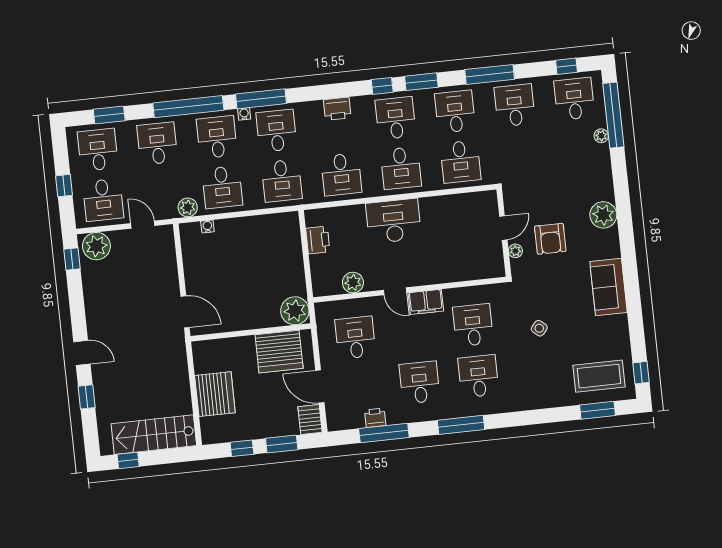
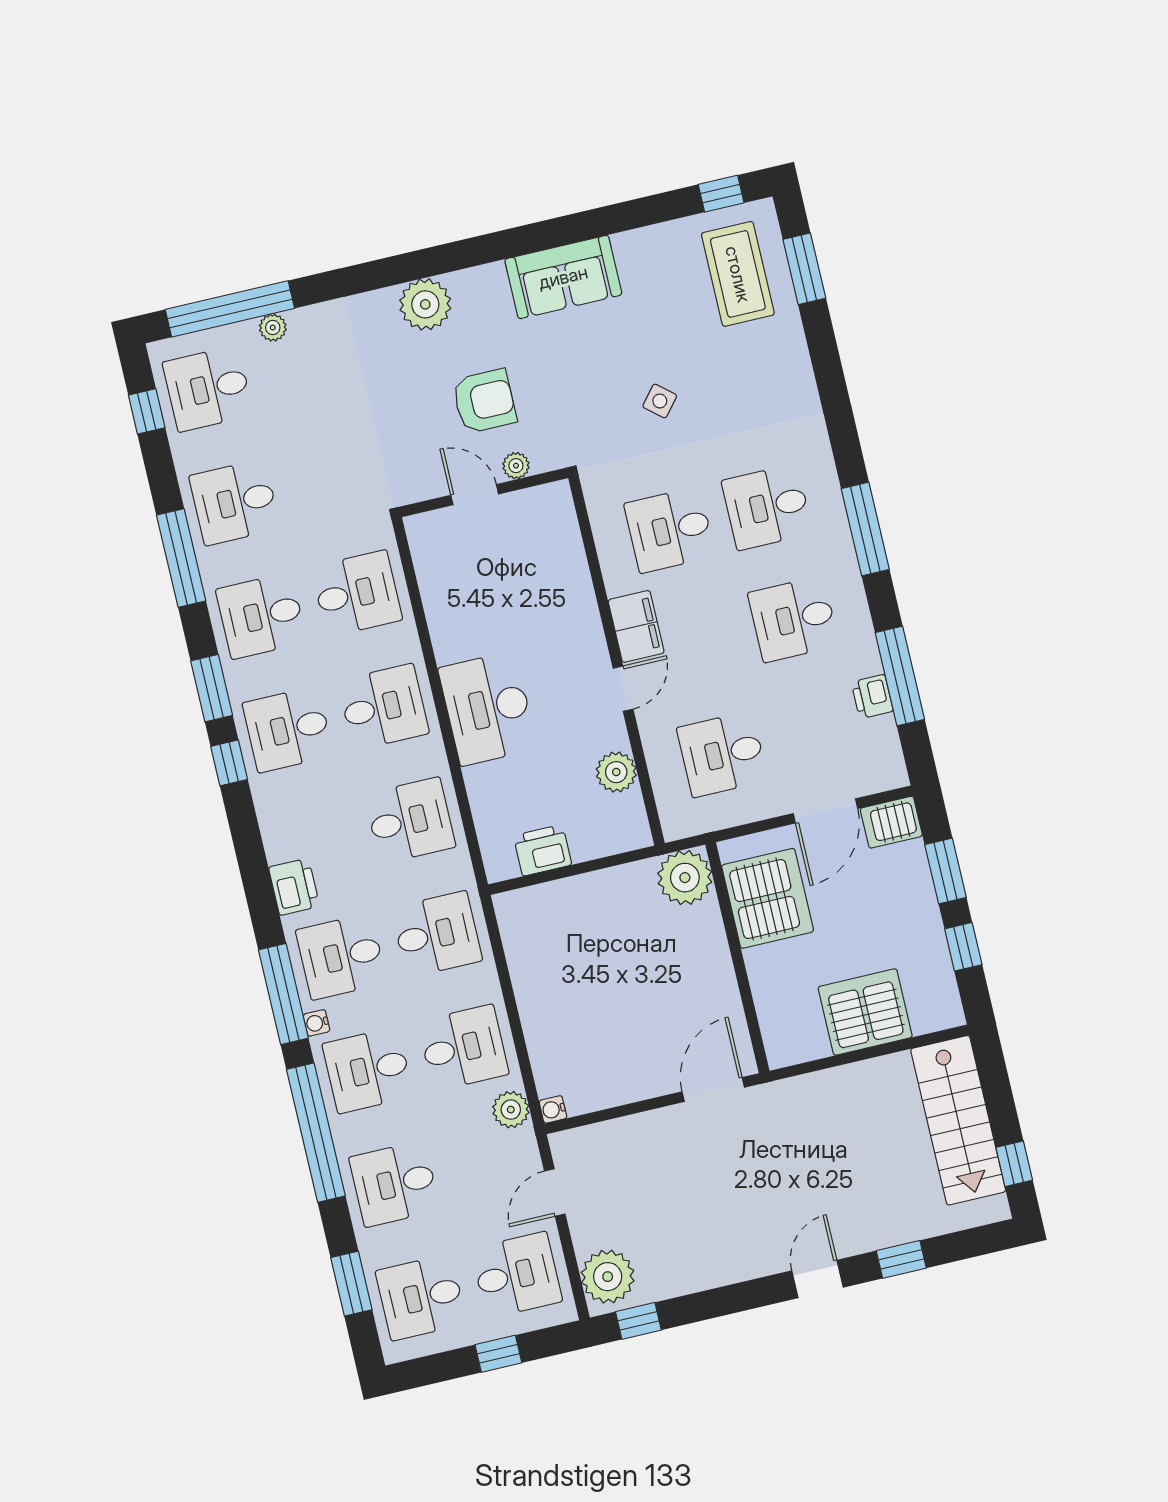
printer: (337, 109) -> (294, 887), moved
water cooler: (207, 226) -> (553, 1109), moved

